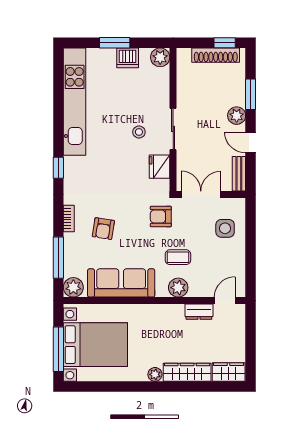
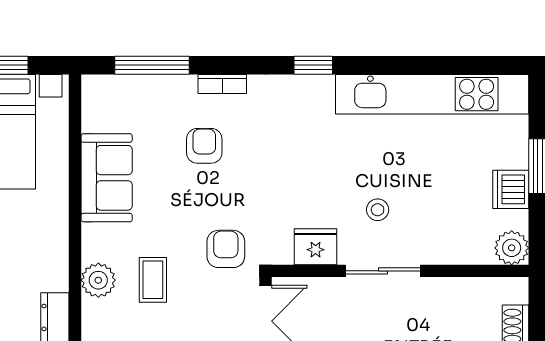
armchair: (103, 229) -> (204, 146), turned 81
sofa: (121, 283) -> (107, 178), width x0.73
plant: (73, 287) -> (99, 92), removed

